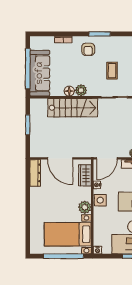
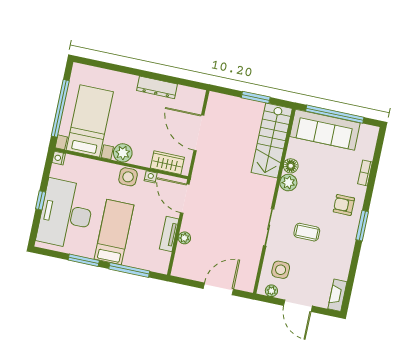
stairs: (73, 108) -> (272, 141), moved
door: (60, 158) -> (199, 133), hinge flipped
dresser: (35, 173) -> (157, 87), moved

